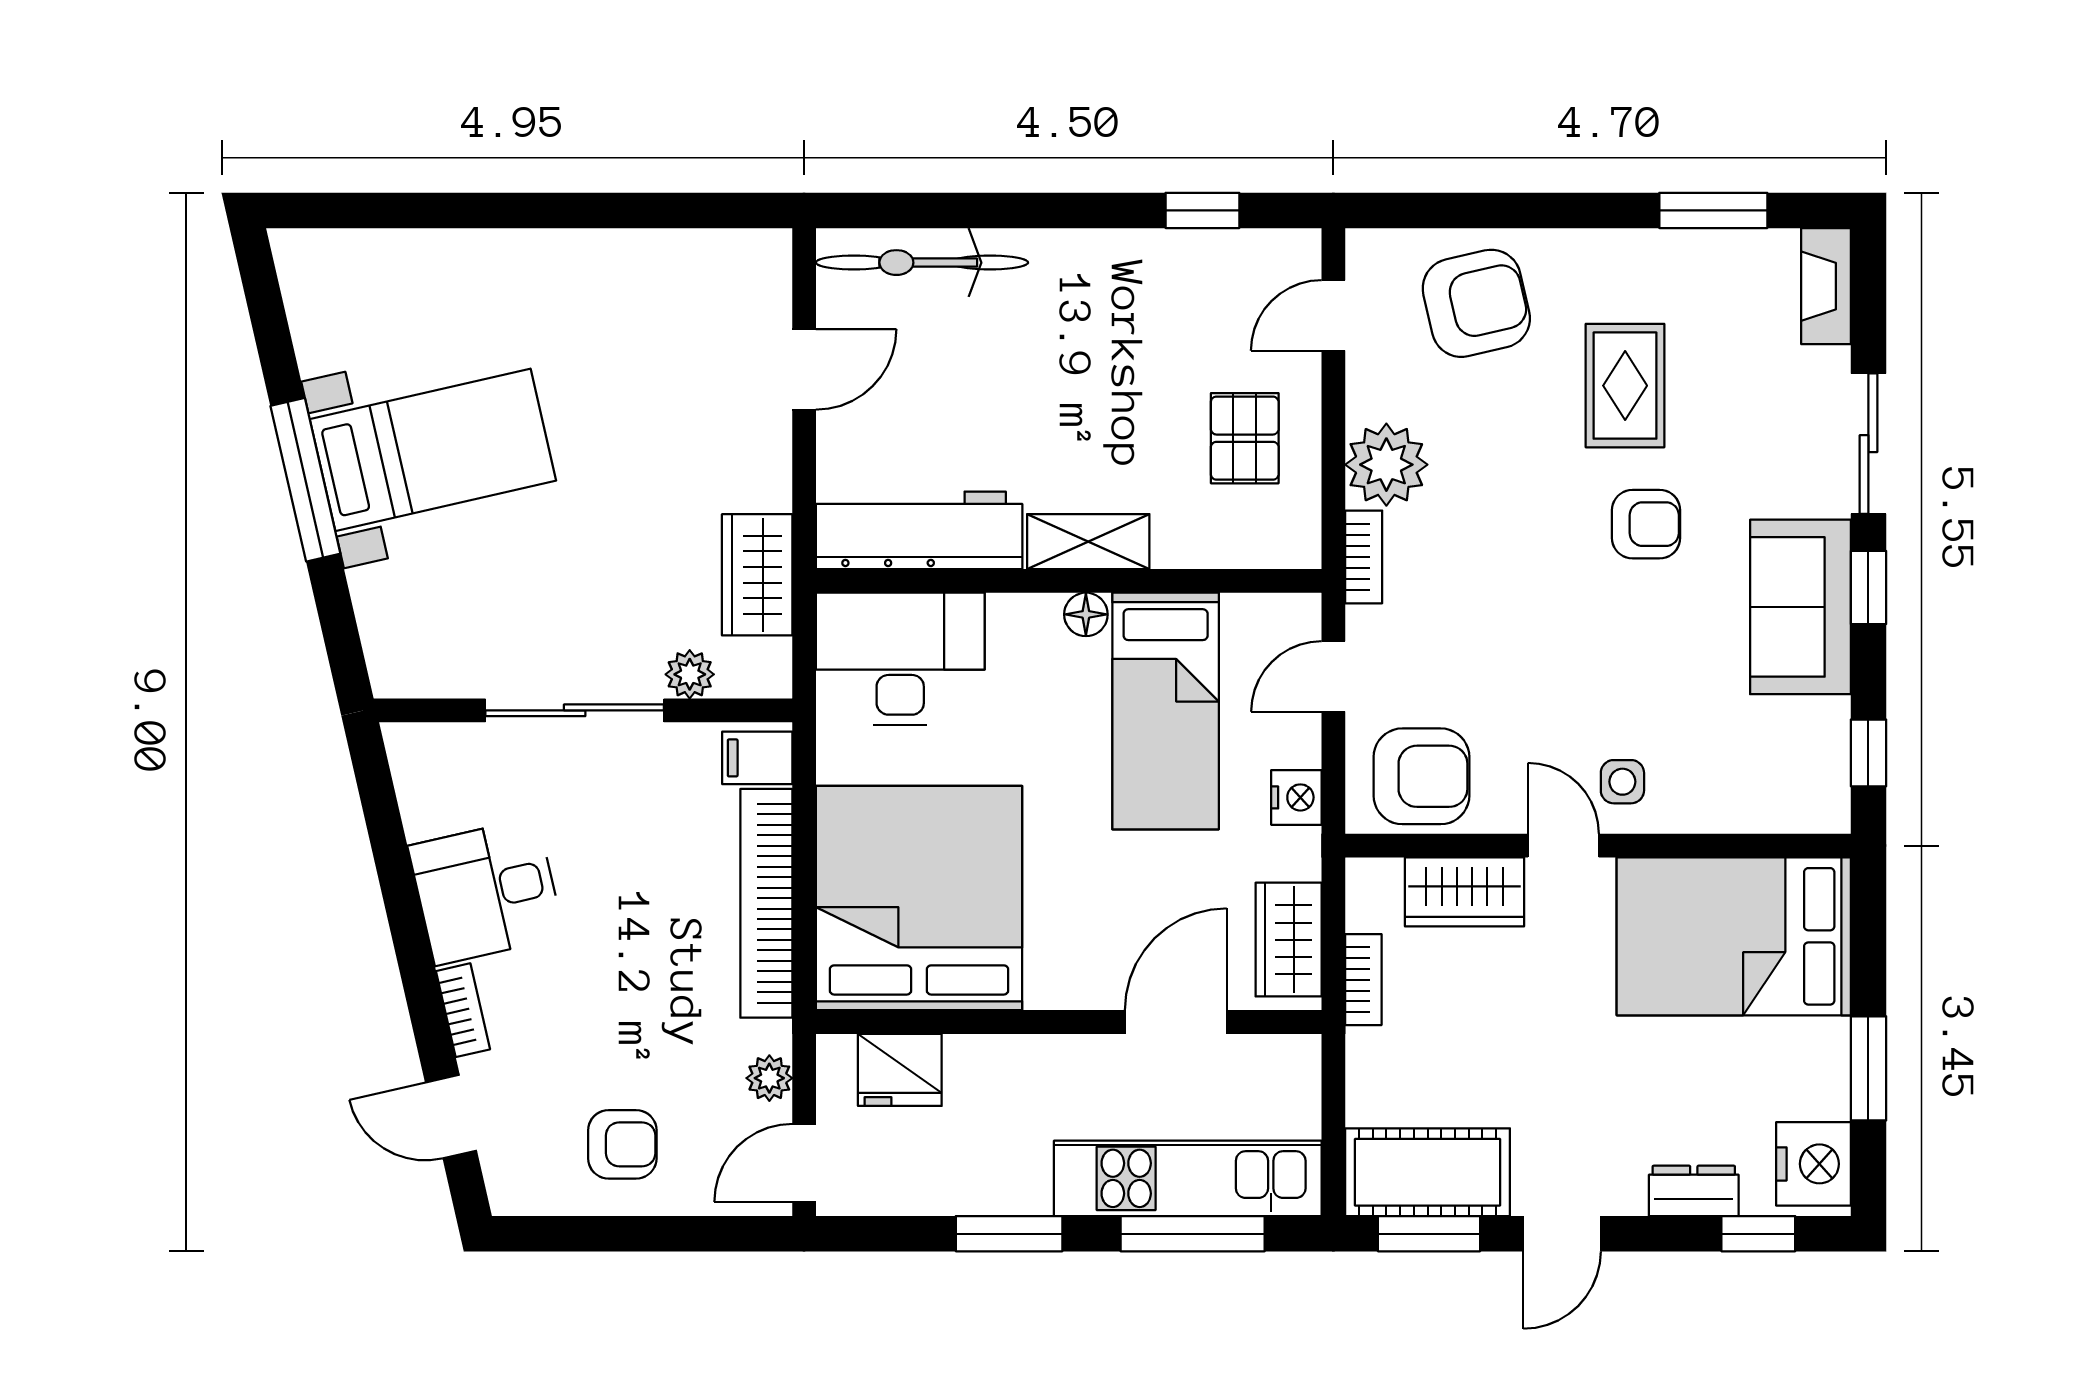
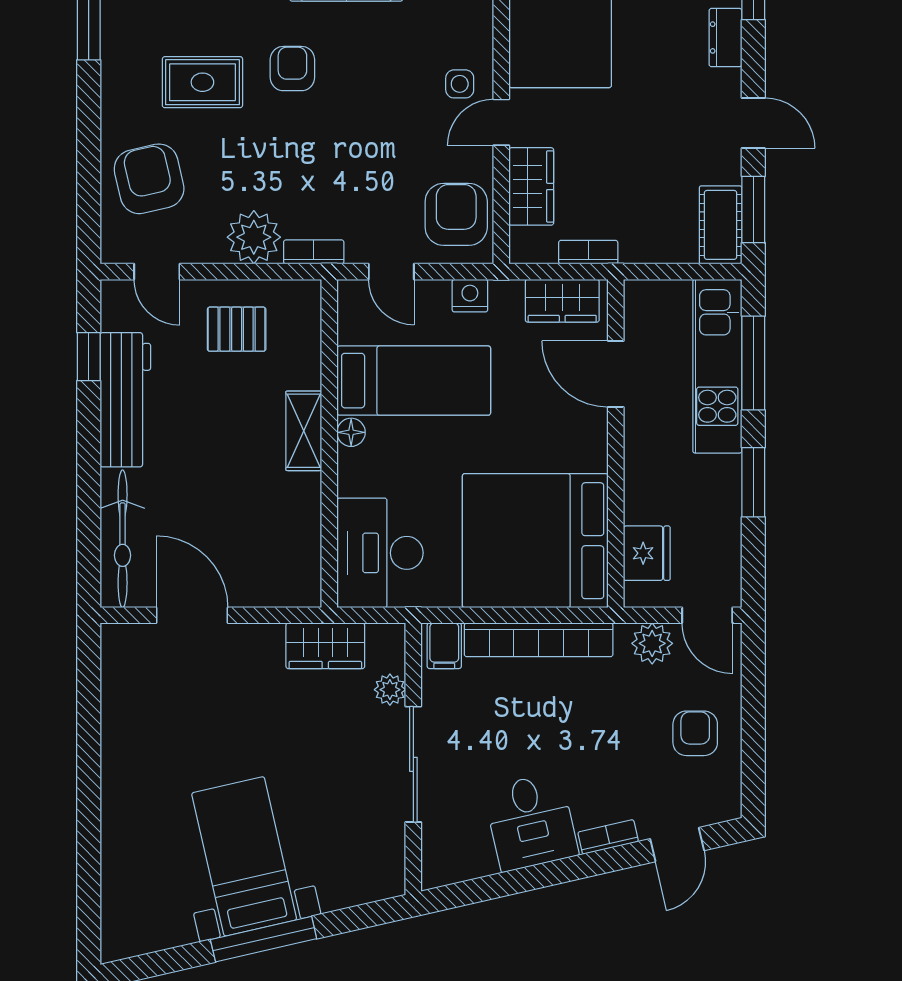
door: (804, 369) -> (192, 615), width x1.38
workbench: (919, 530) -> (125, 400), moved, turned 180
plant: (769, 1078) -> (652, 643), width x1.38, depth x1.38
cot: (1428, 1172) -> (721, 225), width x0.73, depth x0.75

